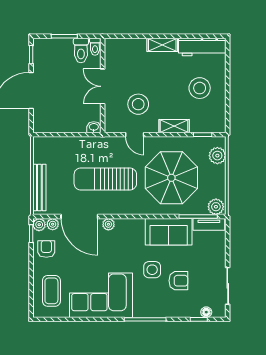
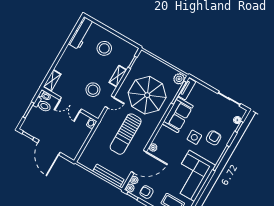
shelving: (162, 45) -> (52, 80), moved
plant: (217, 156) -> (150, 61), removed
armchair: (178, 281) -> (214, 138), moved

